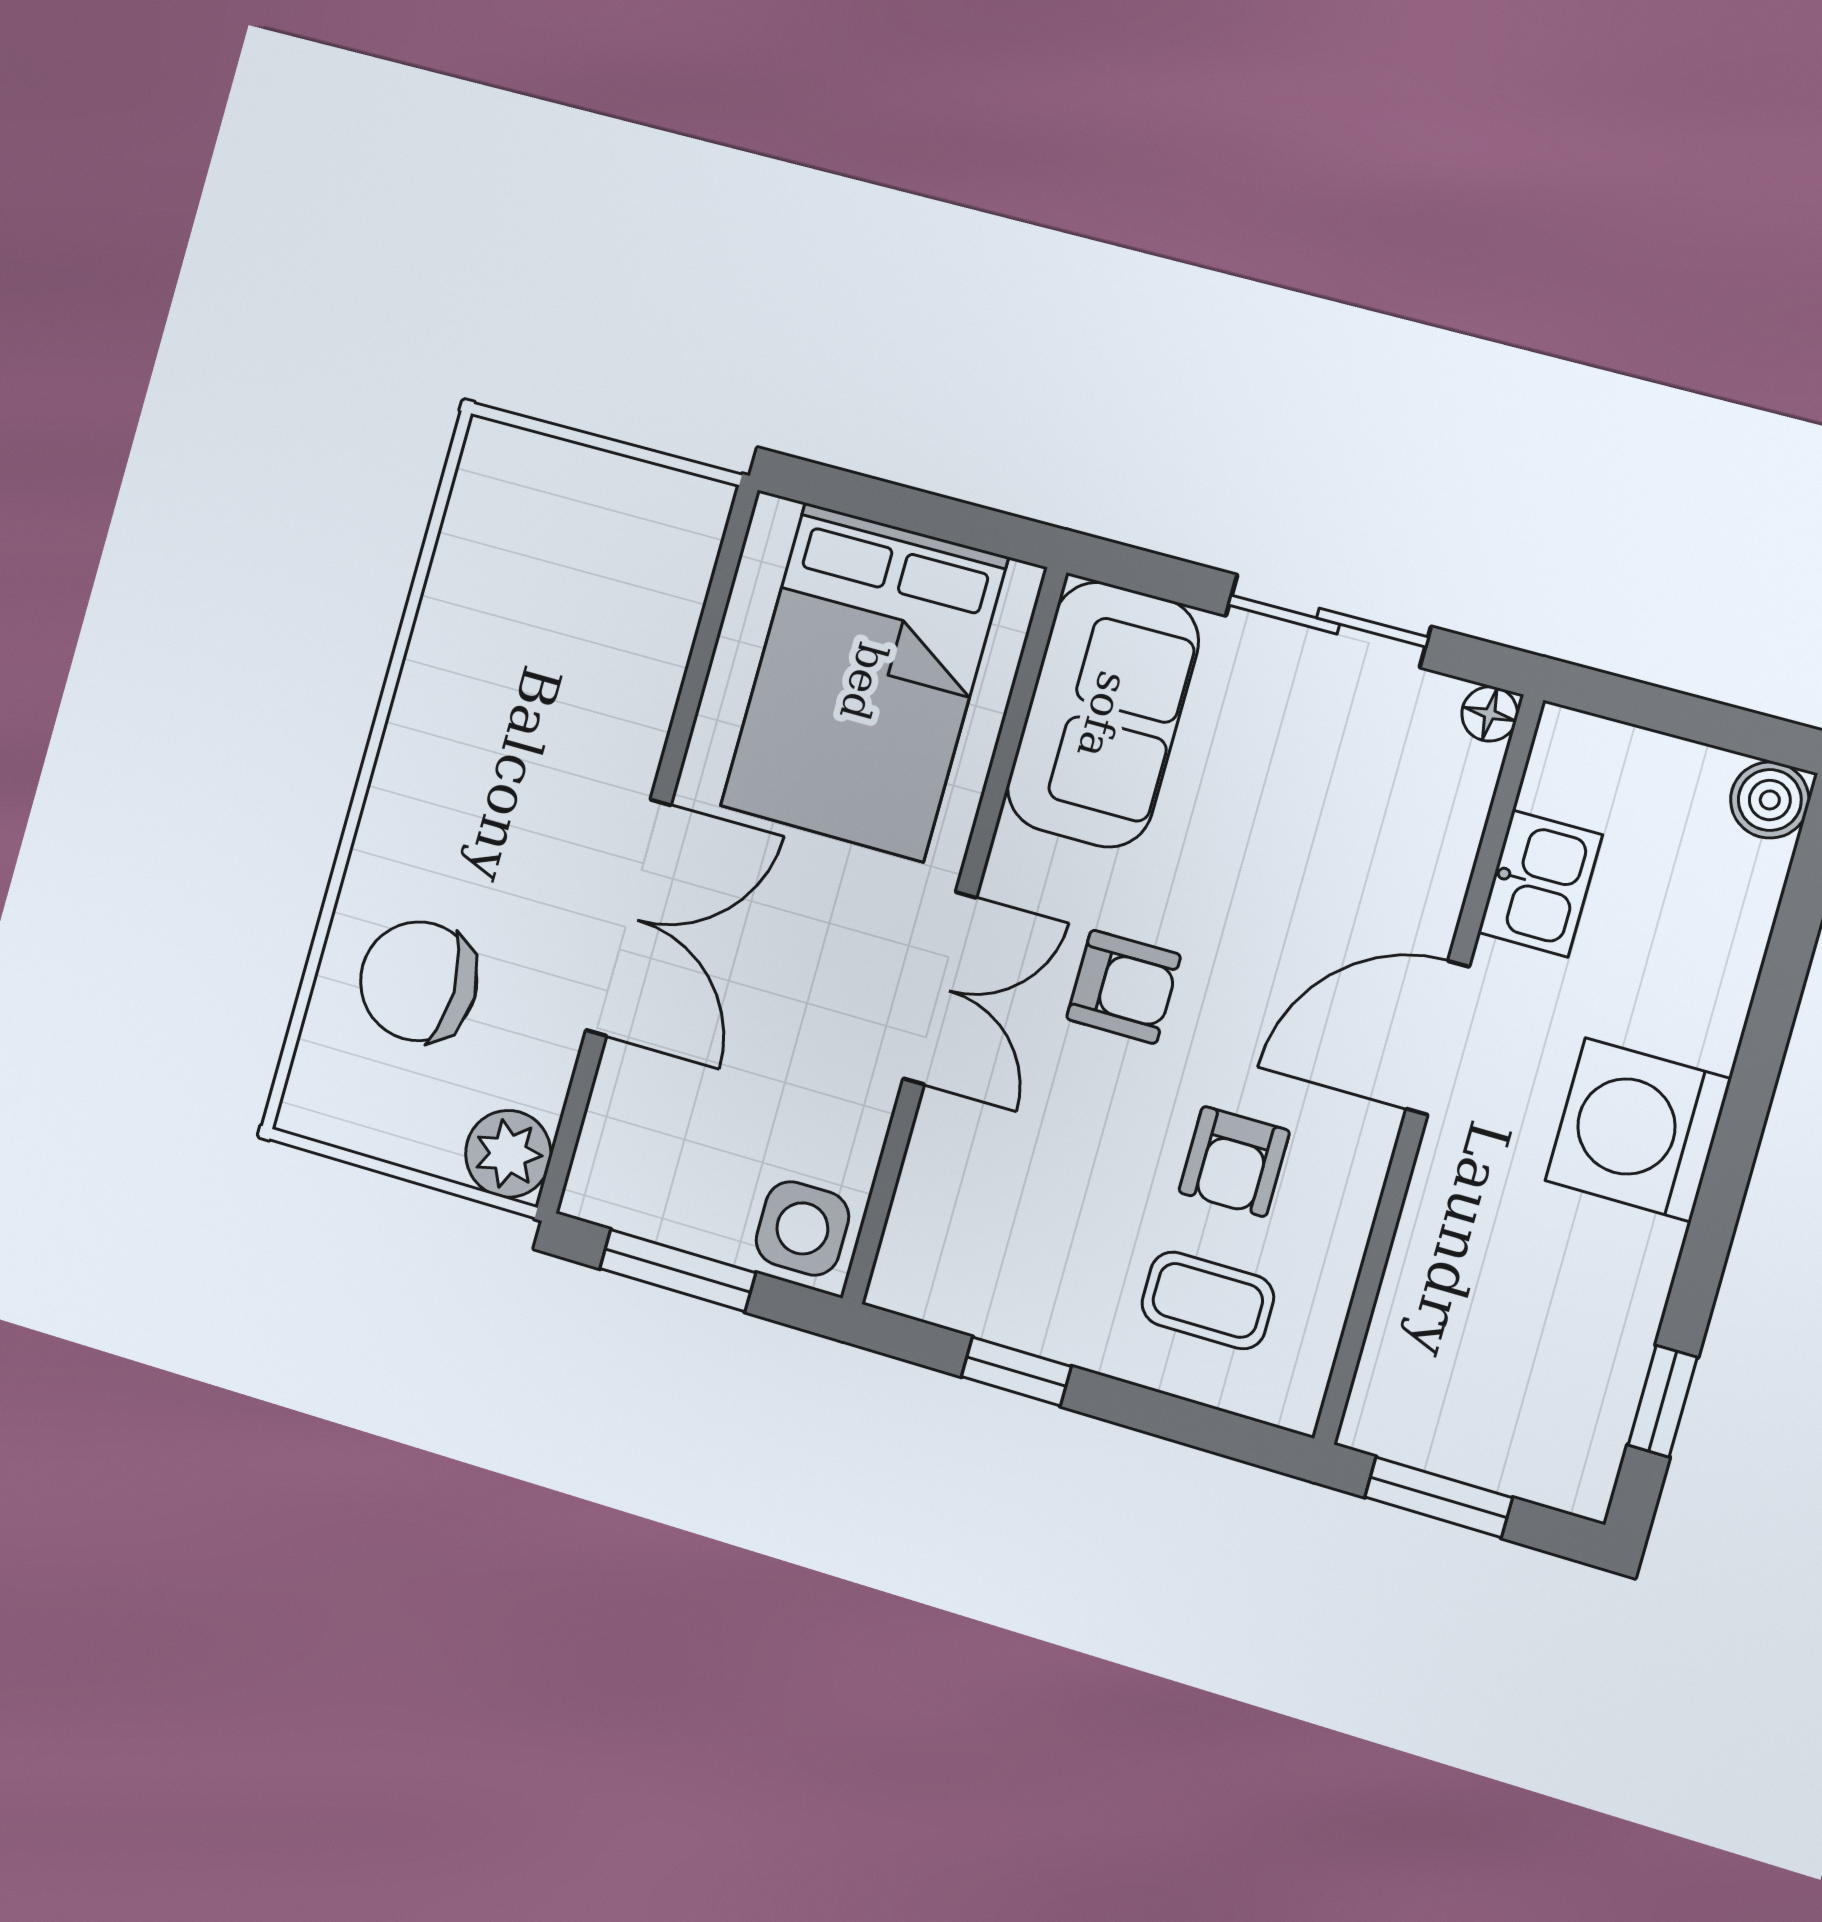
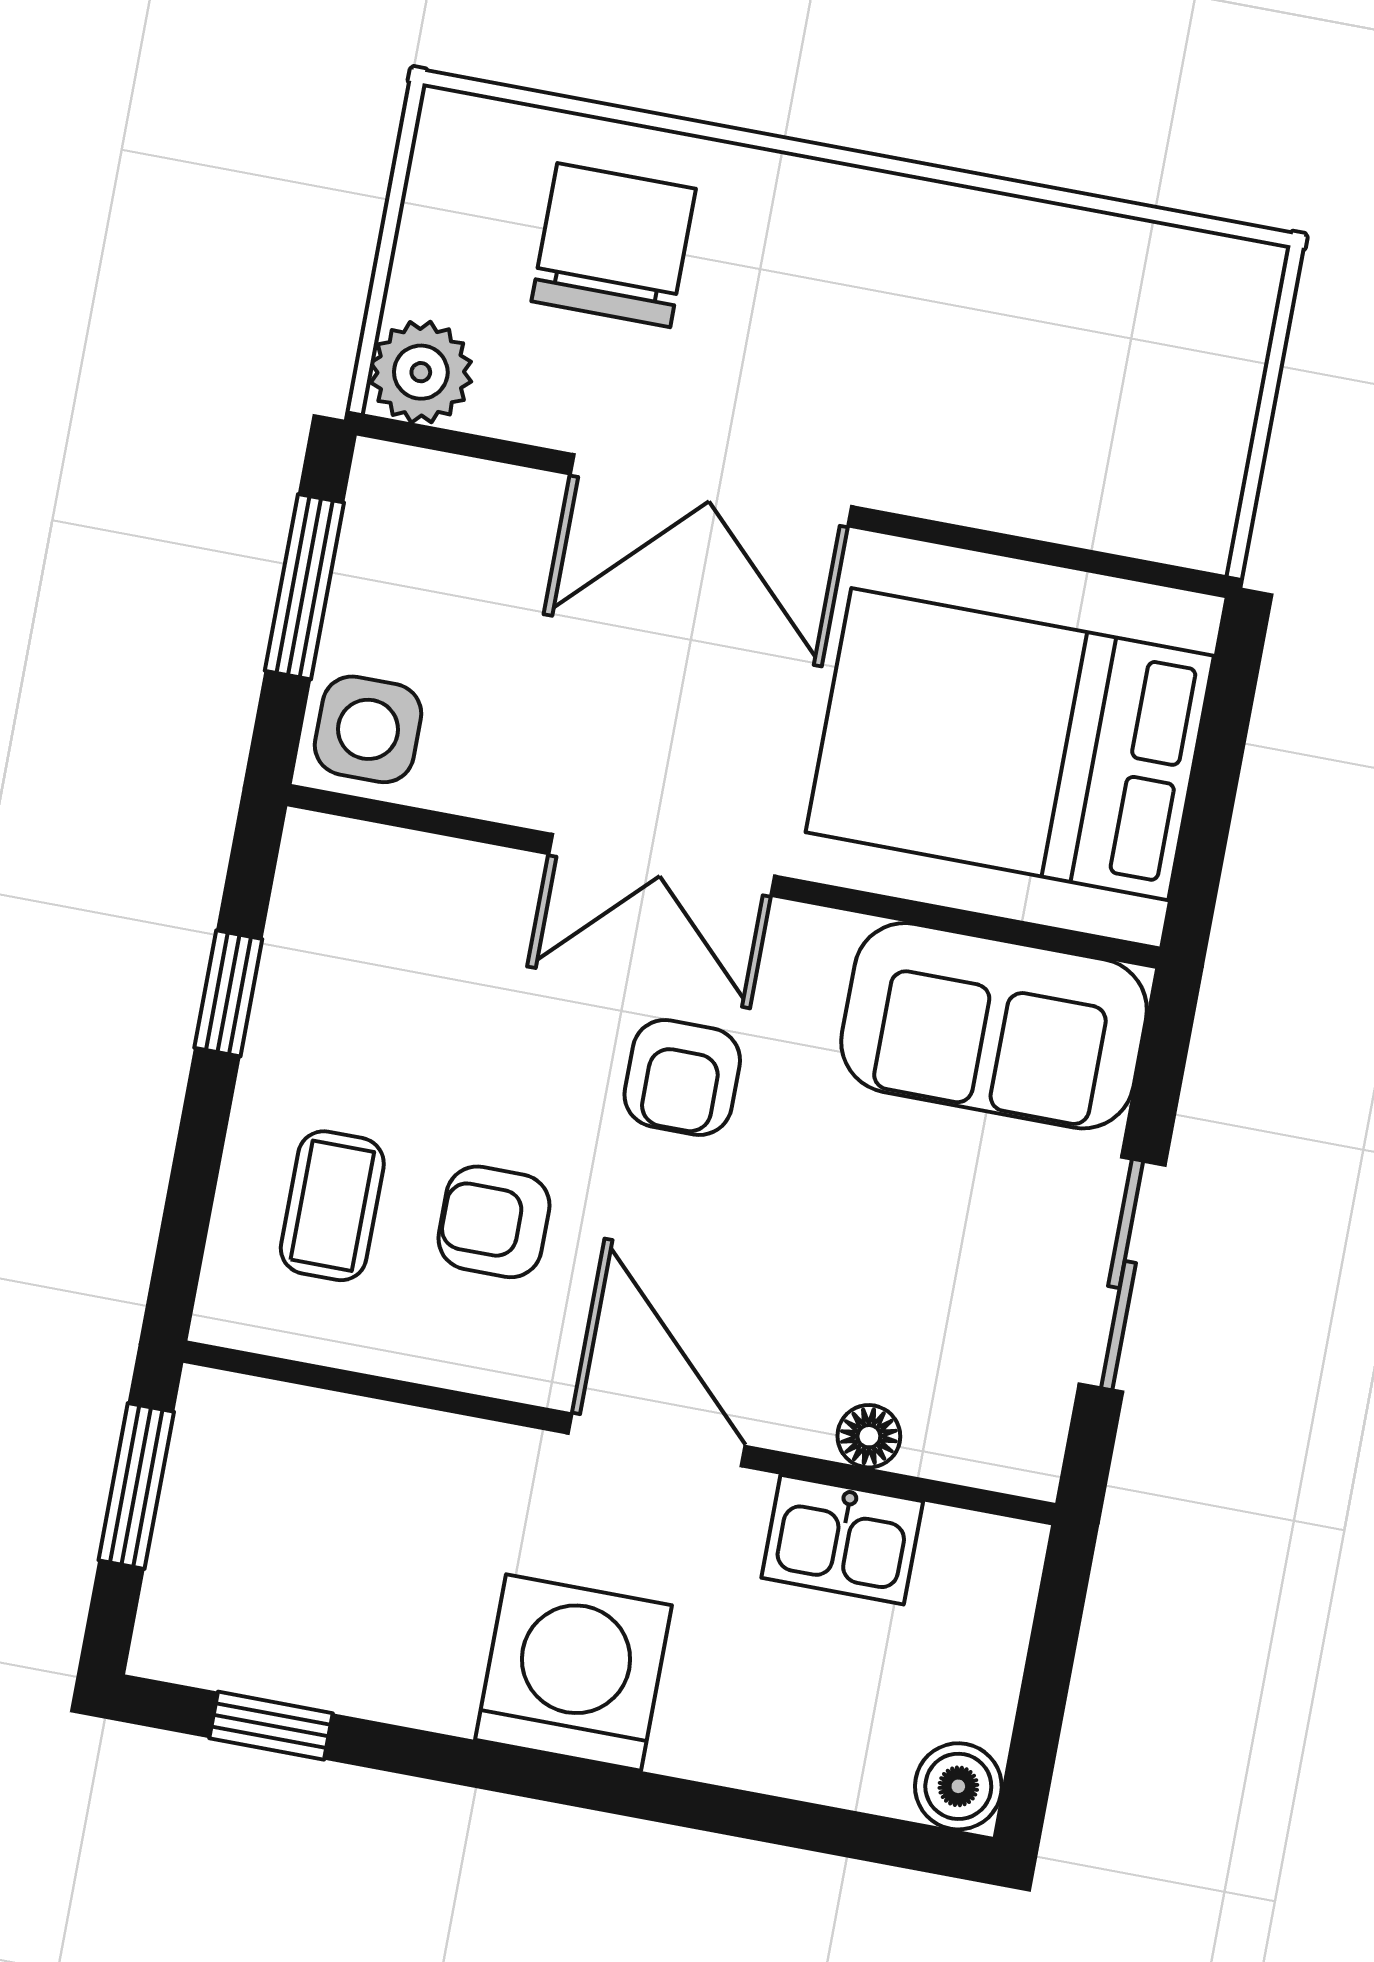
floor lamp: (1490, 714) -> (869, 1436), moved

